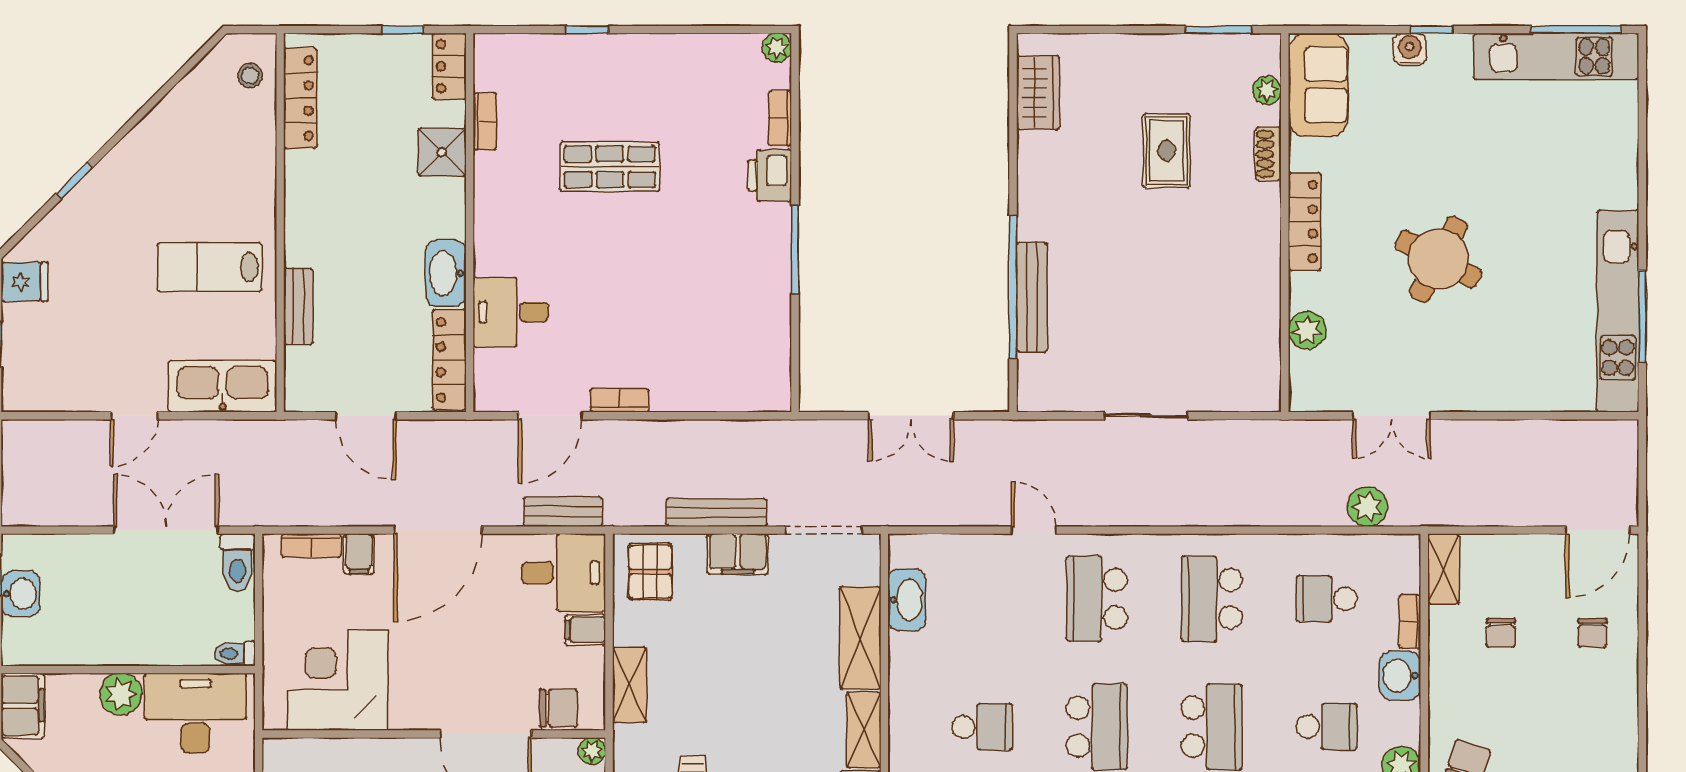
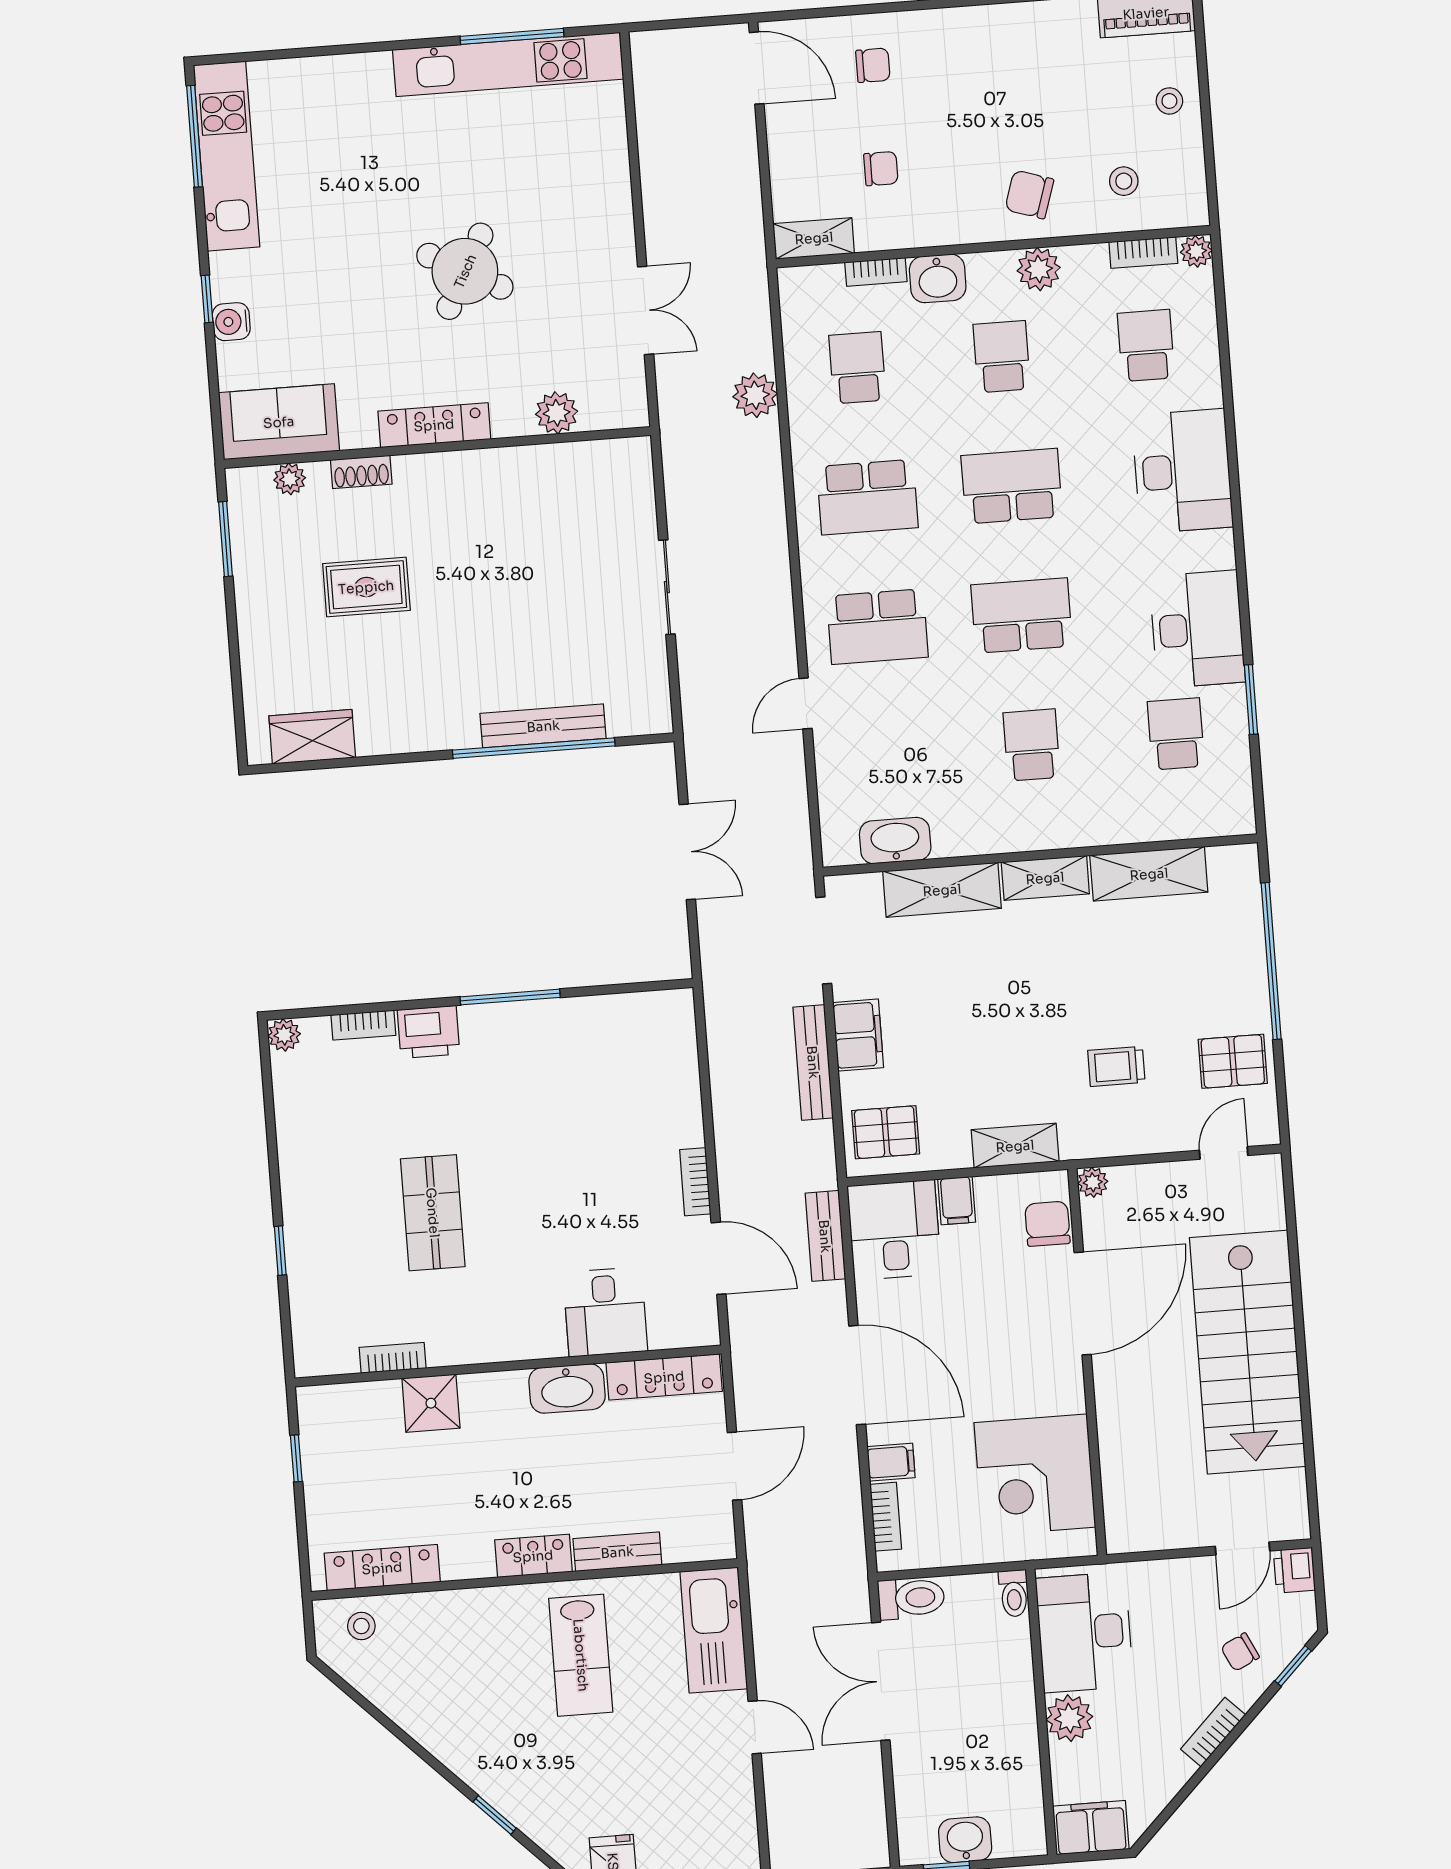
locker: (449, 66) -> (533, 1556), moved, turned 180
plant: (1367, 507) -> (755, 395), moved
school desk: (1327, 599) -> (857, 368), turned 180

